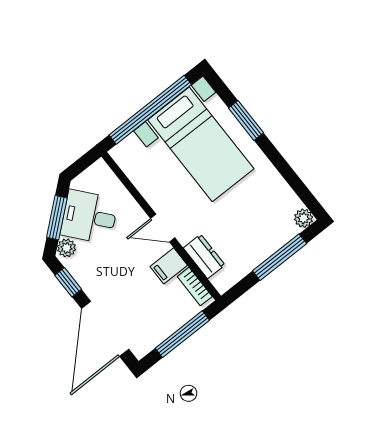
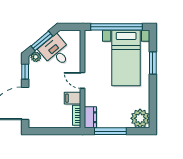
plant: (304, 218) -> (140, 118), width x1.87, depth x1.87
dresser: (204, 256) -> (90, 117), moved
window: (280, 257) -> (110, 131), moved
window: (182, 334) -> (56, 131), removed

